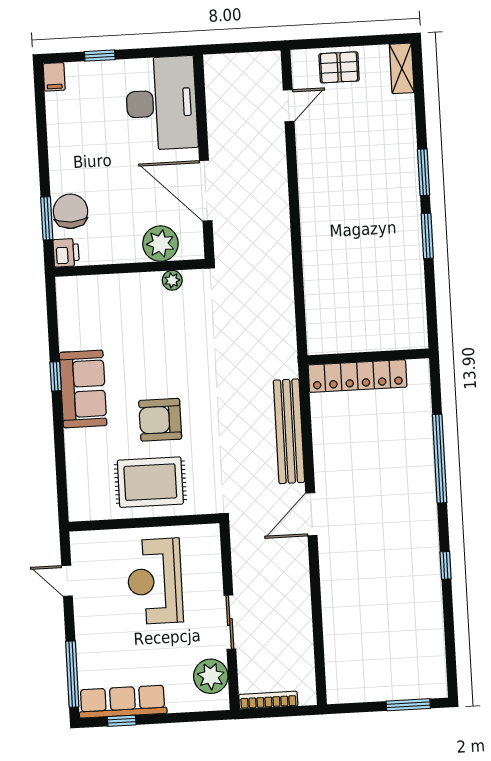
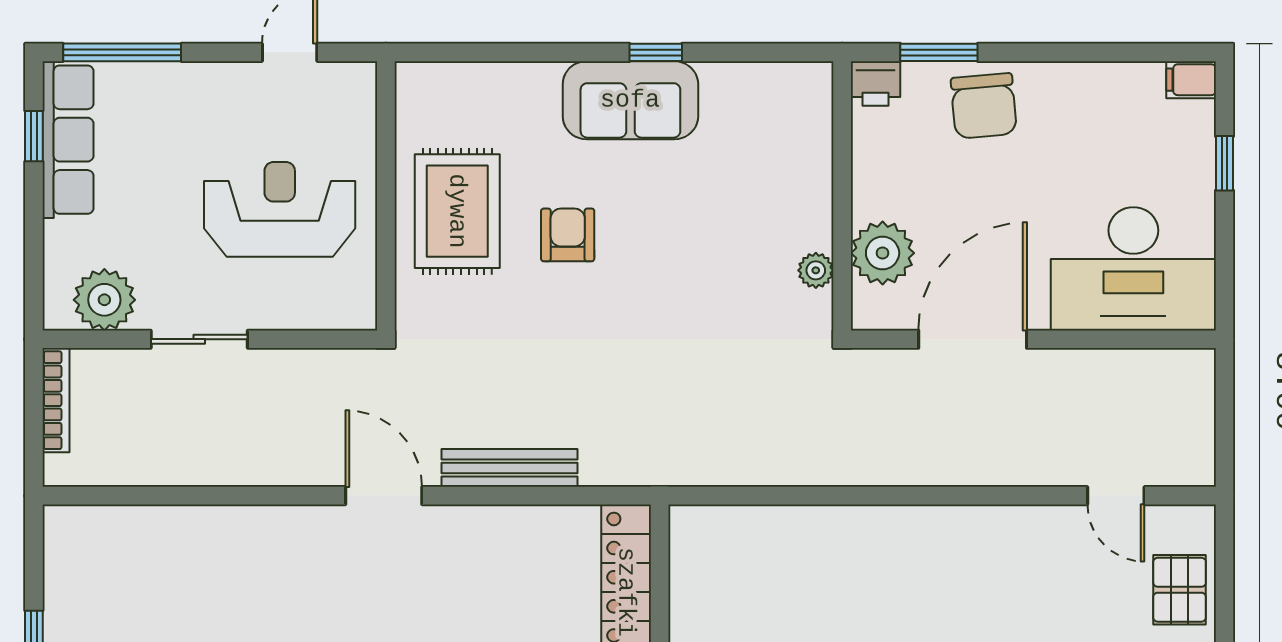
chair: (70, 211) -> (984, 106), moved, turned 85
armchair: (160, 420) -> (568, 235), width x0.72, depth x0.72
bench: (289, 431) -> (509, 468), width x0.73, depth x0.82

